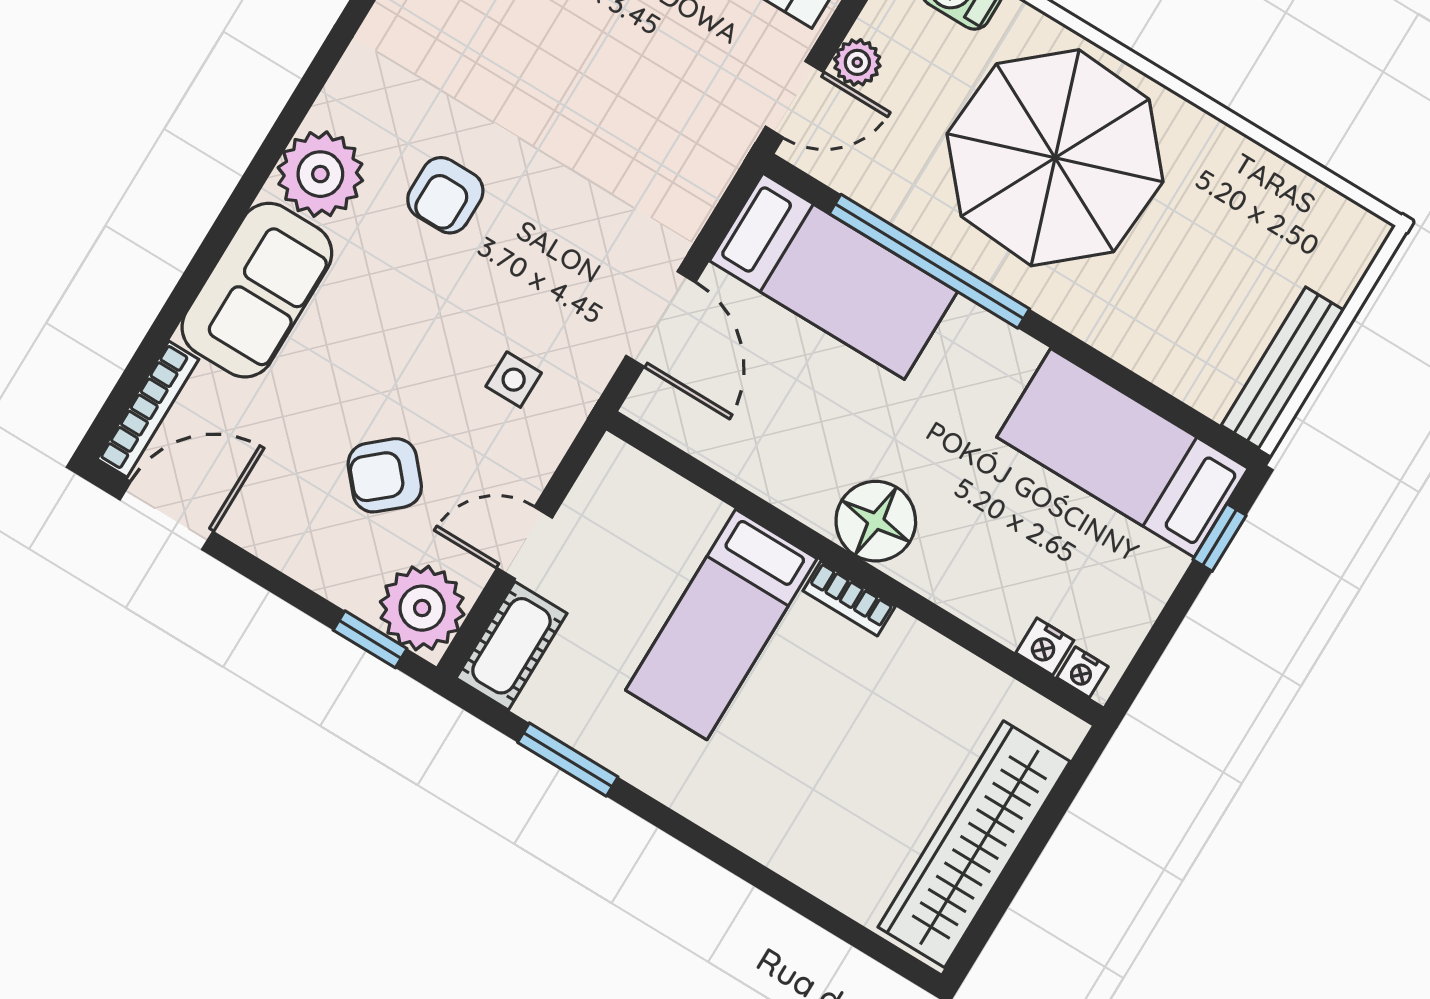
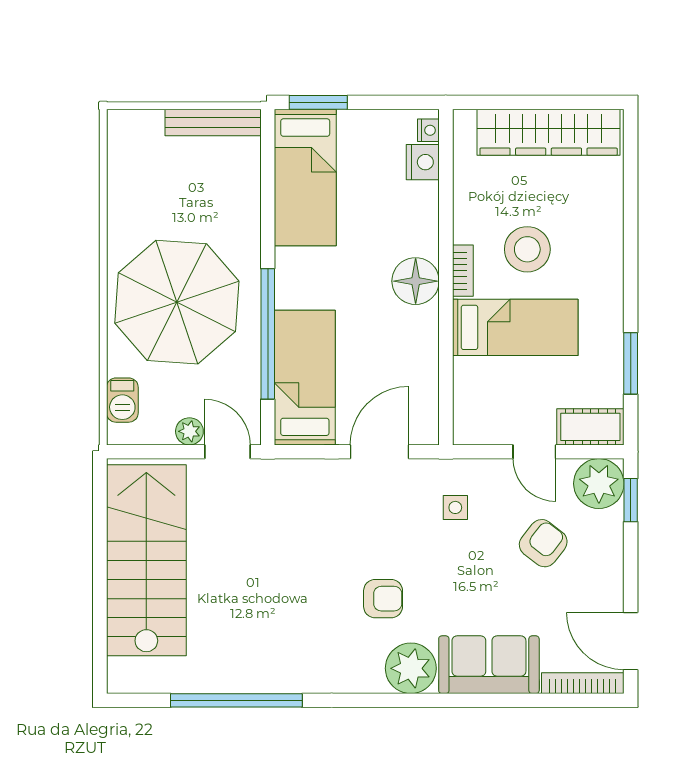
armchair: (385, 475) -> (543, 543), turned -101
window: (1220, 538) -> (318, 102), width x1.50
nightstand: (1045, 647) -> (423, 162), width x1.39, depth x1.35
stool: (824, 711) -> (527, 249), added

